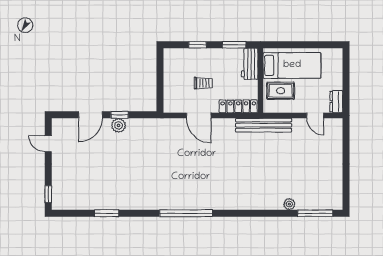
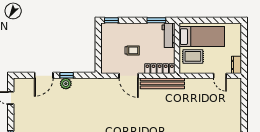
window: (198, 45) -> (111, 20), moved
bench: (264, 125) -> (162, 83), moved

